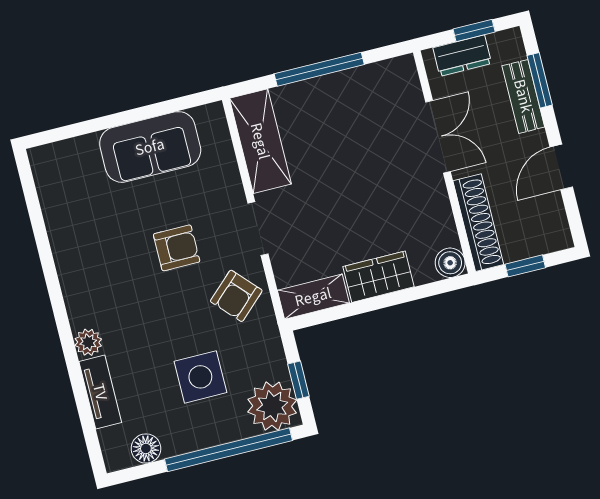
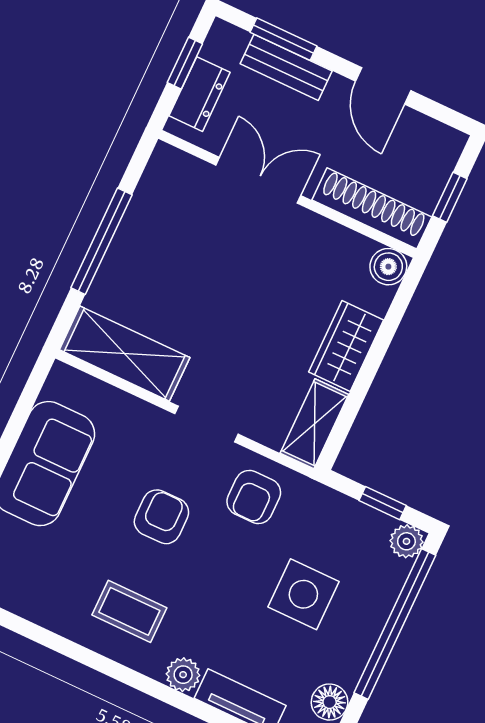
coffee table: (101, 276) -> (129, 611), added
armchair: (236, 296) -> (254, 497), turned 43
plant: (272, 406) -> (406, 541), width x0.53, depth x0.53

